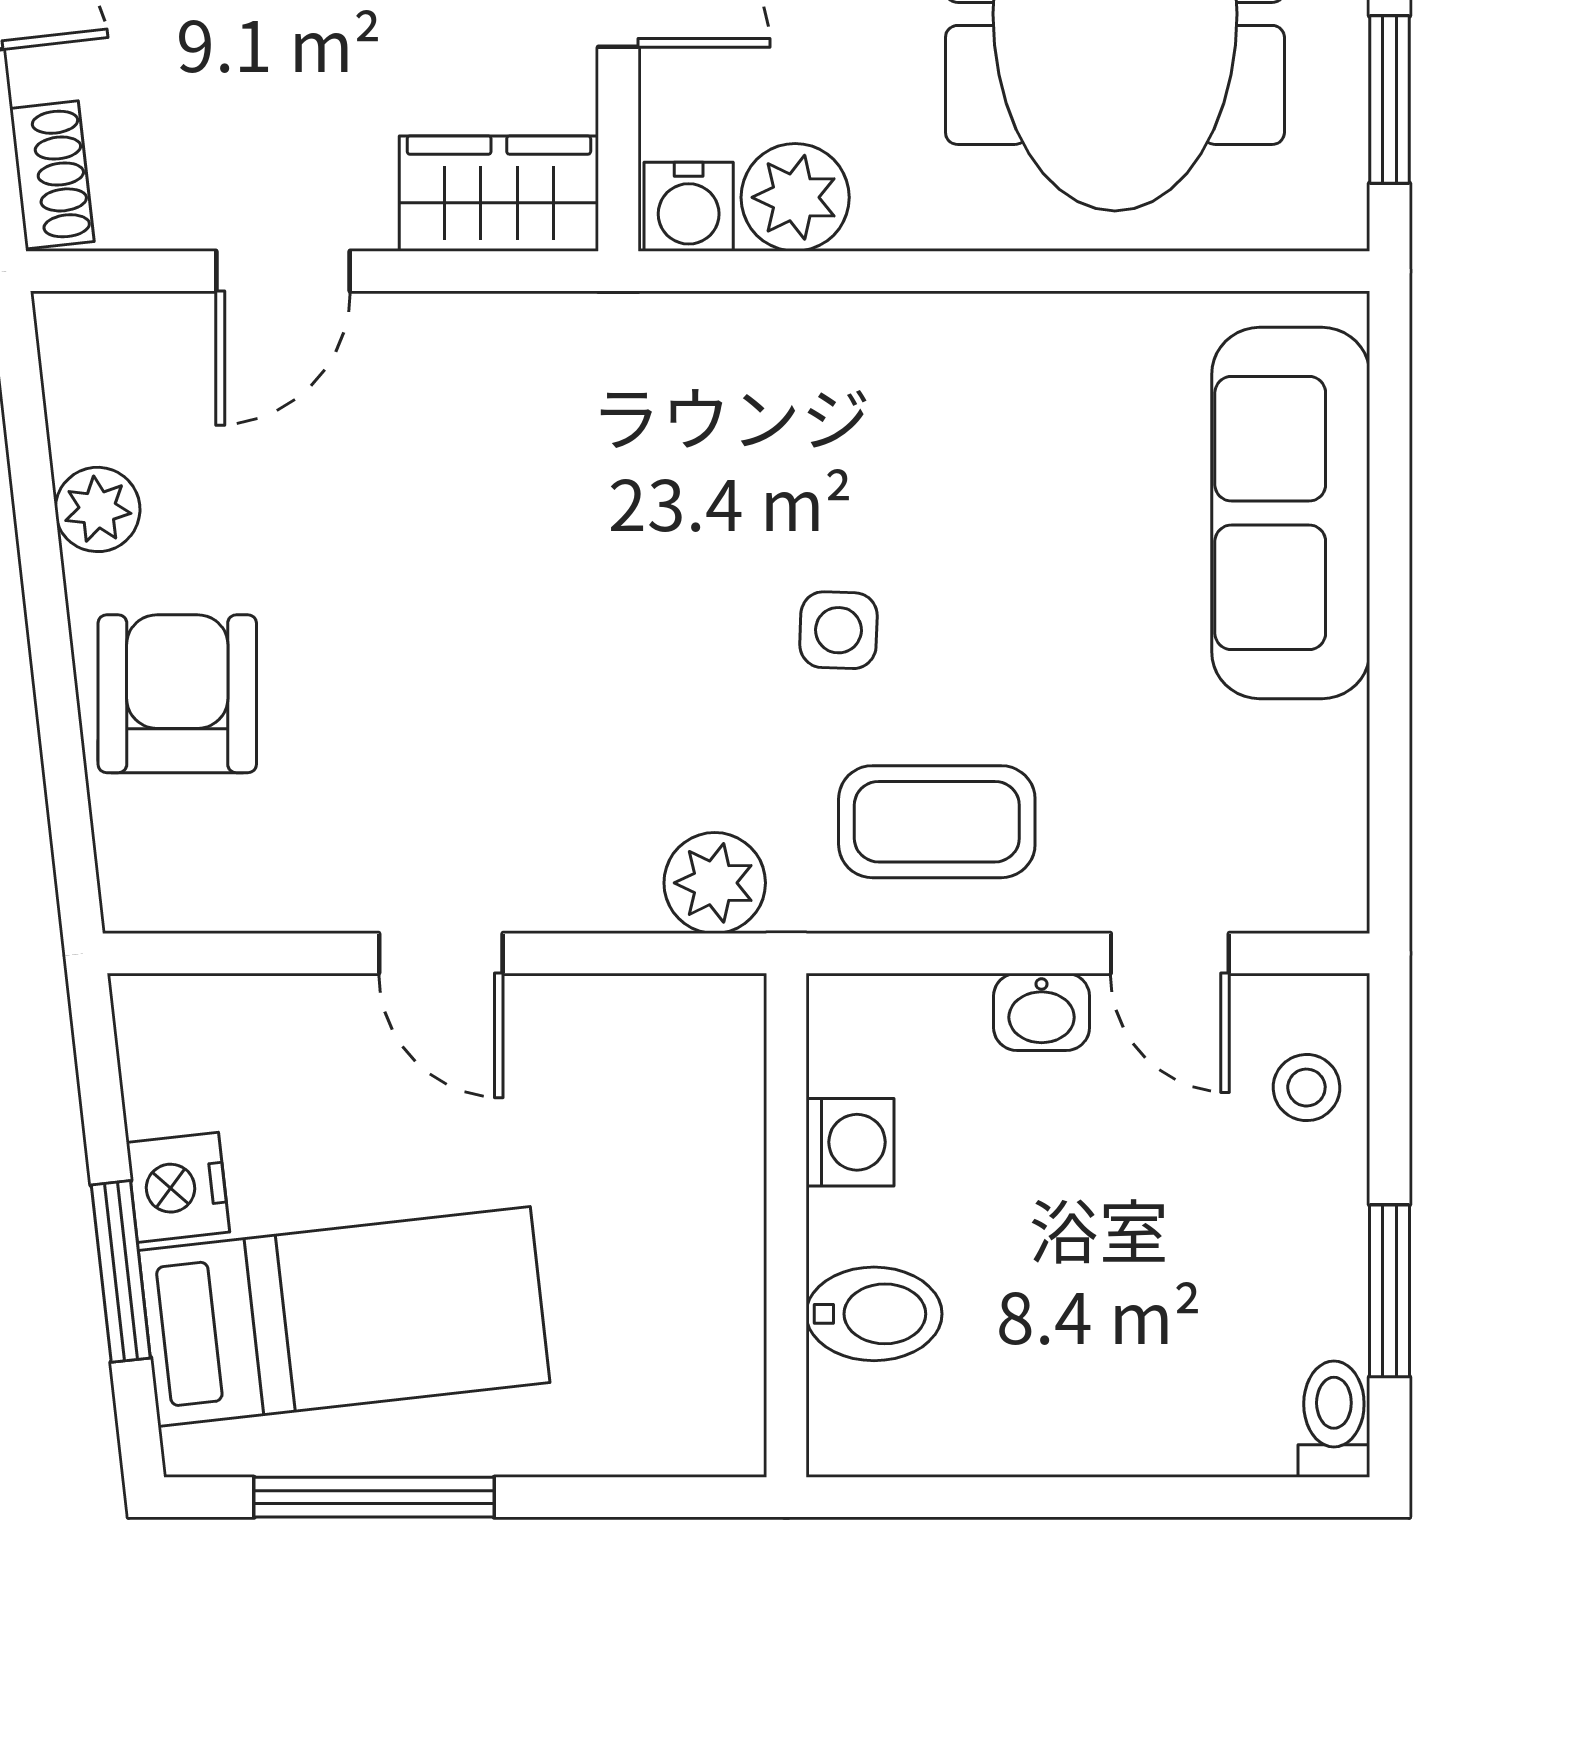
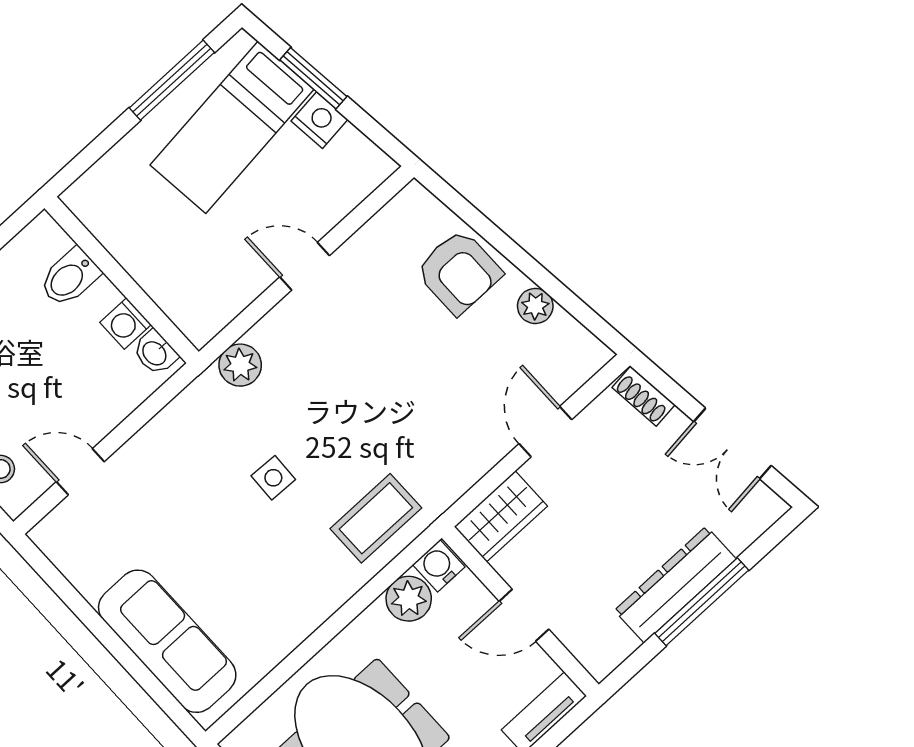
coffee table: (937, 822) -> (376, 518), moved
washbasin: (1042, 1012) -> (155, 353), moved, turned -90

